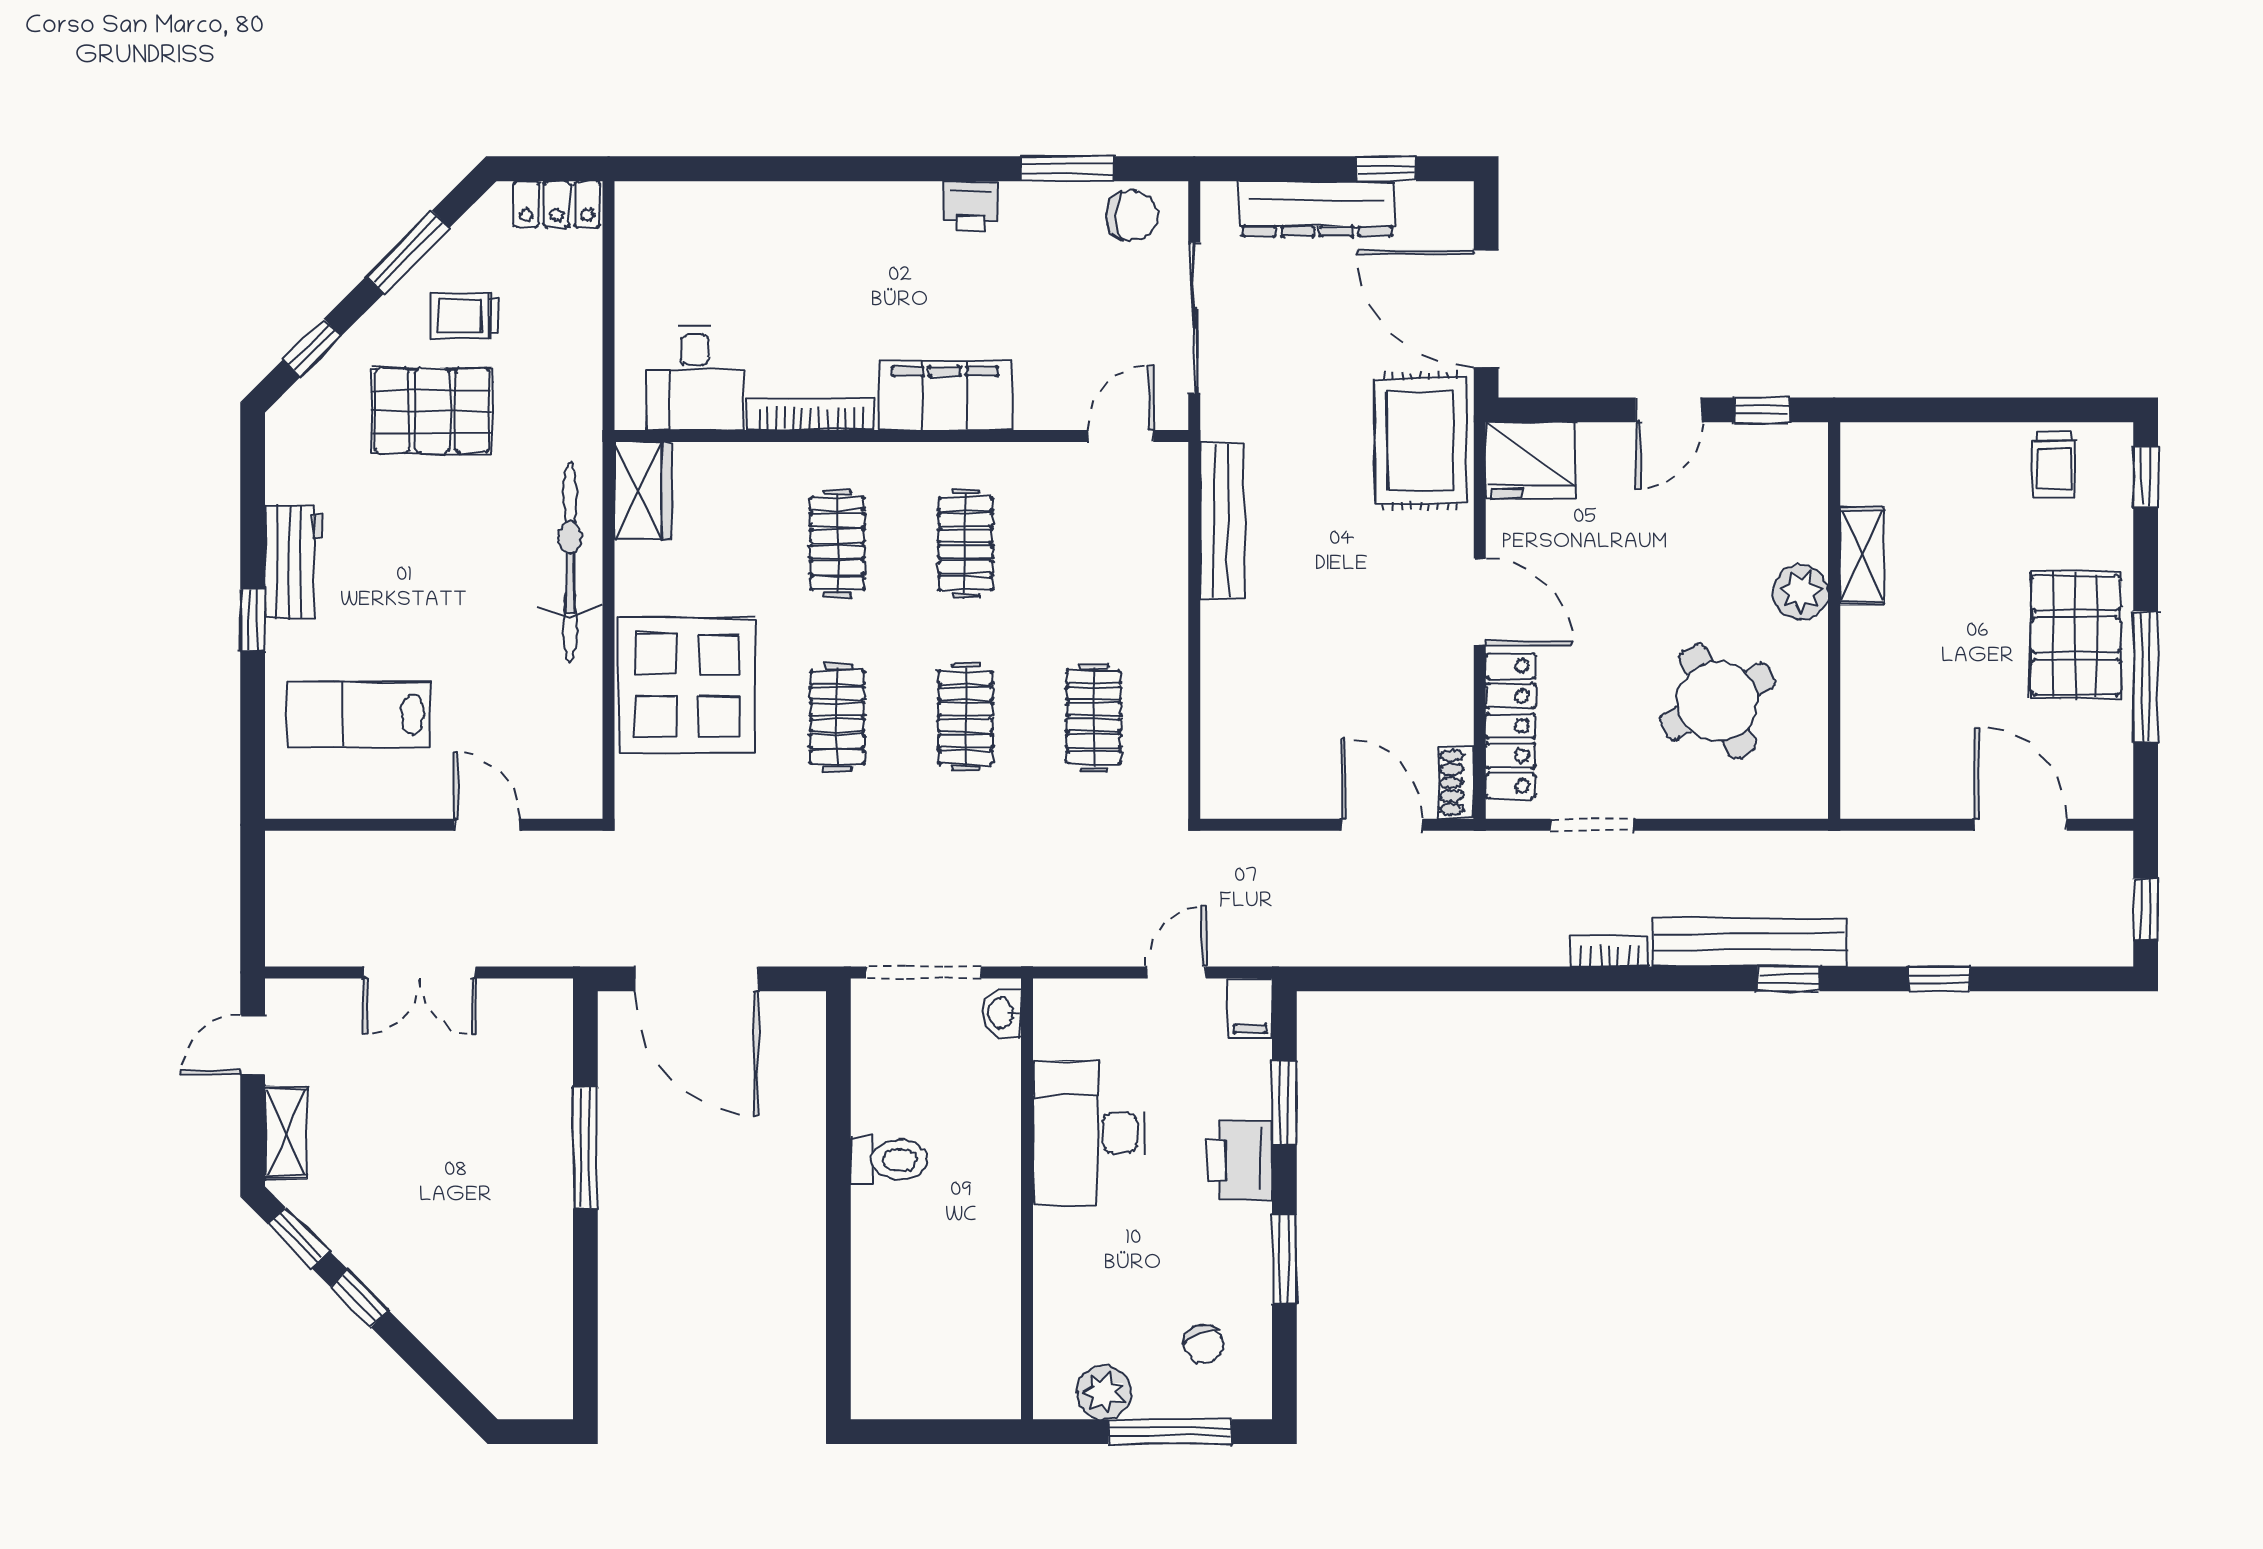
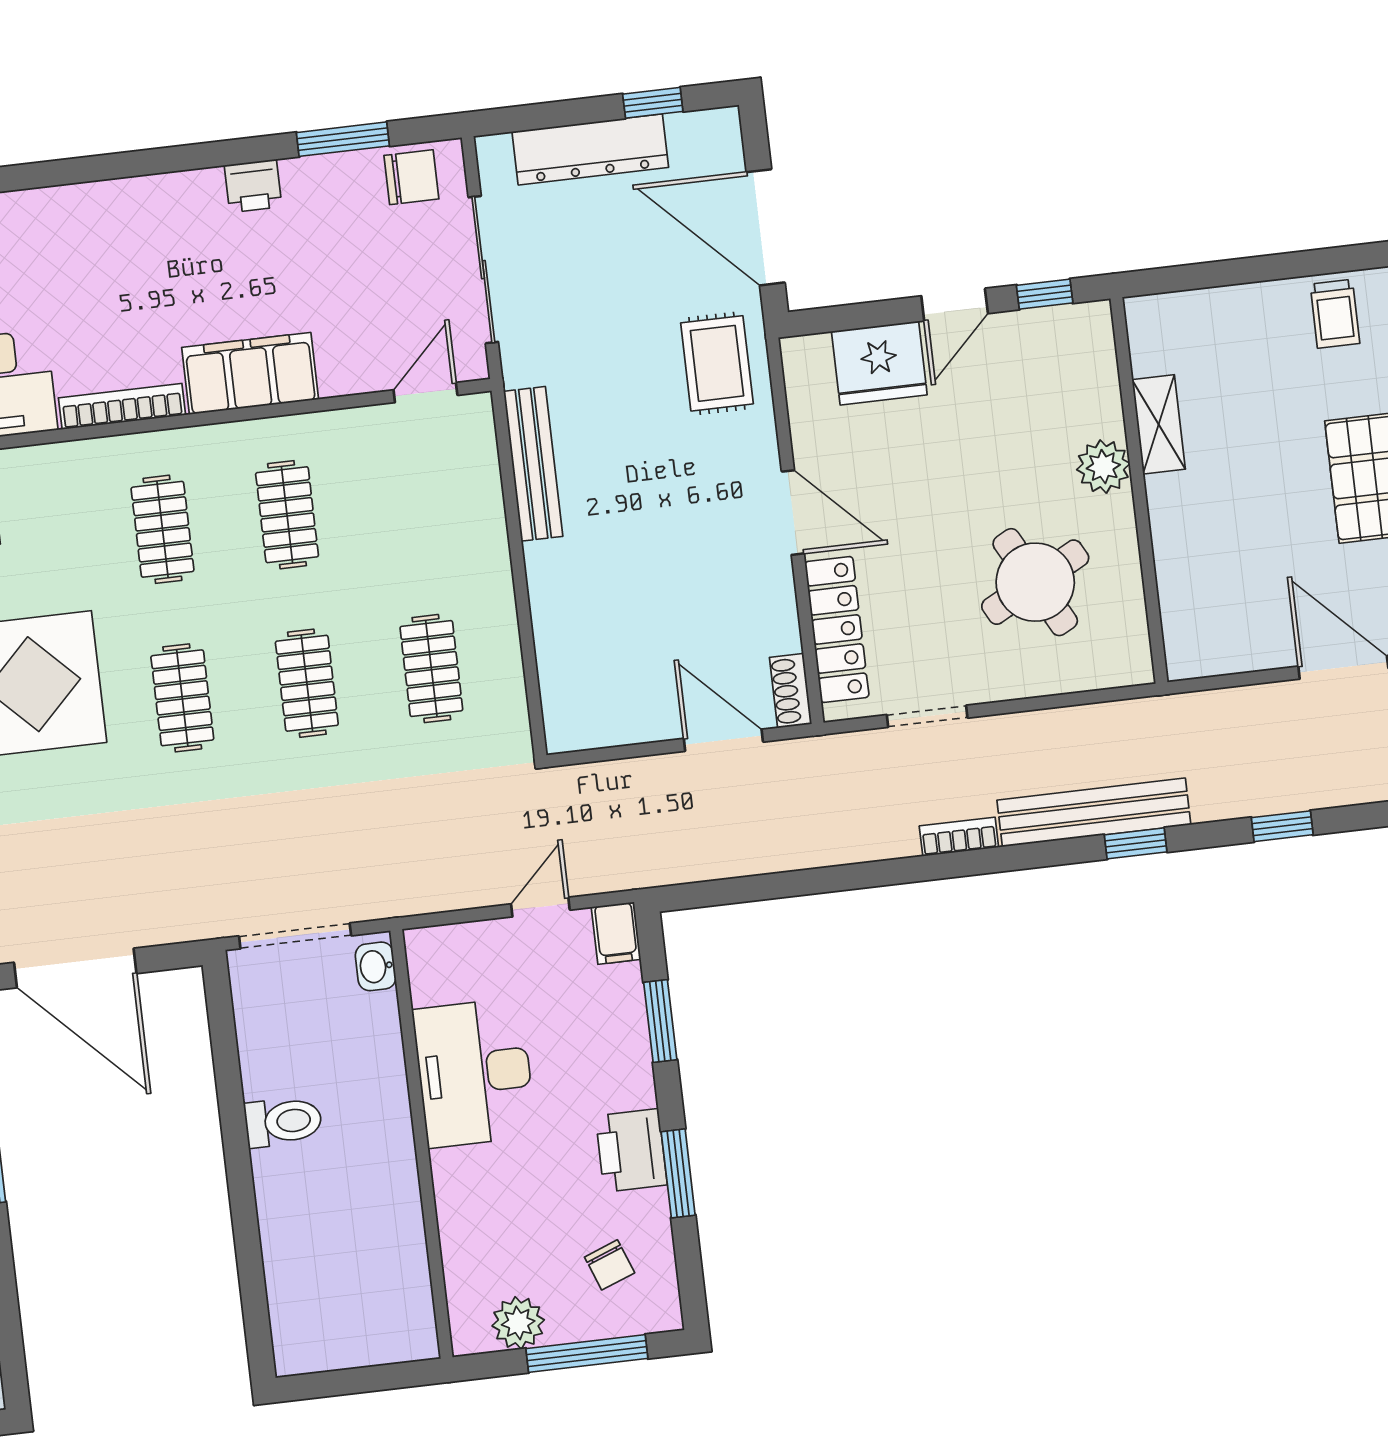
rug: (1420, 441) -> (717, 363), width x0.73, depth x0.70
fridge: (1531, 460) -> (879, 363), moved
printer: (1239, 1160) -> (631, 1150), moved

